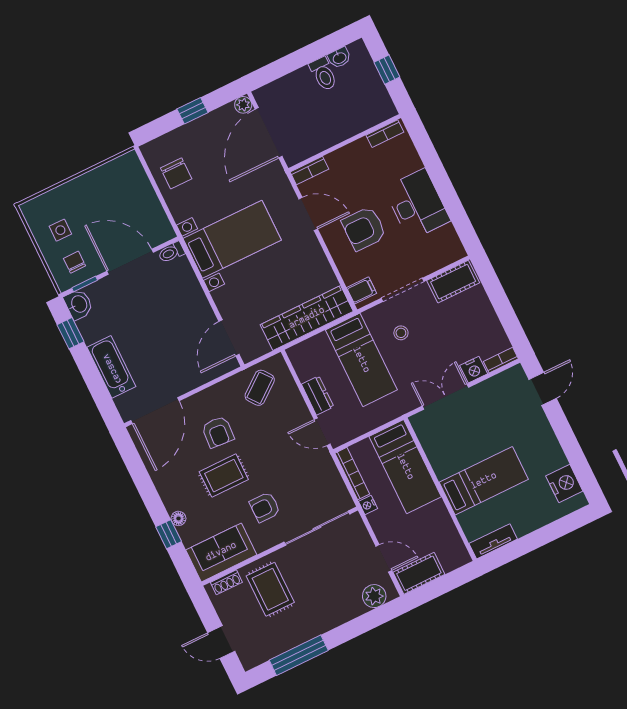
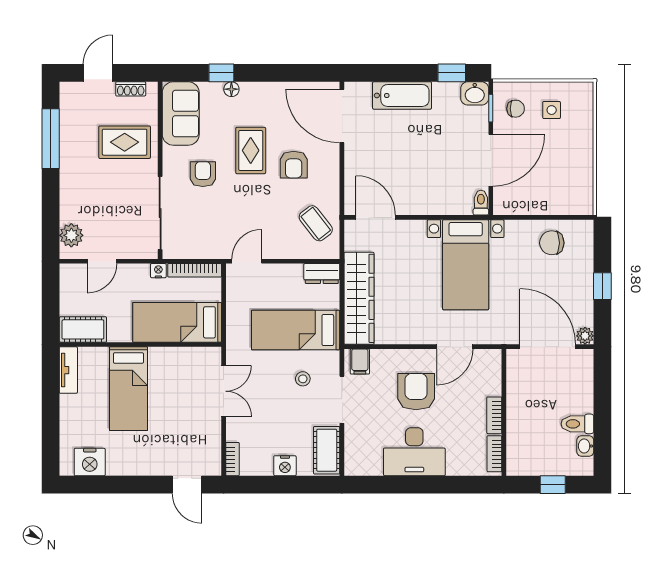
bookcase: (309, 171) -> (494, 415), moved
nightstand: (474, 370) -> (285, 466), moved, turned -90
dresser: (318, 395) -> (322, 273), moved
armchair: (218, 432) -> (294, 165), turned -94
cot: (419, 573) -> (83, 329), moved, turned 90
shoe rack: (226, 582) -> (131, 89), moved, turned -90

